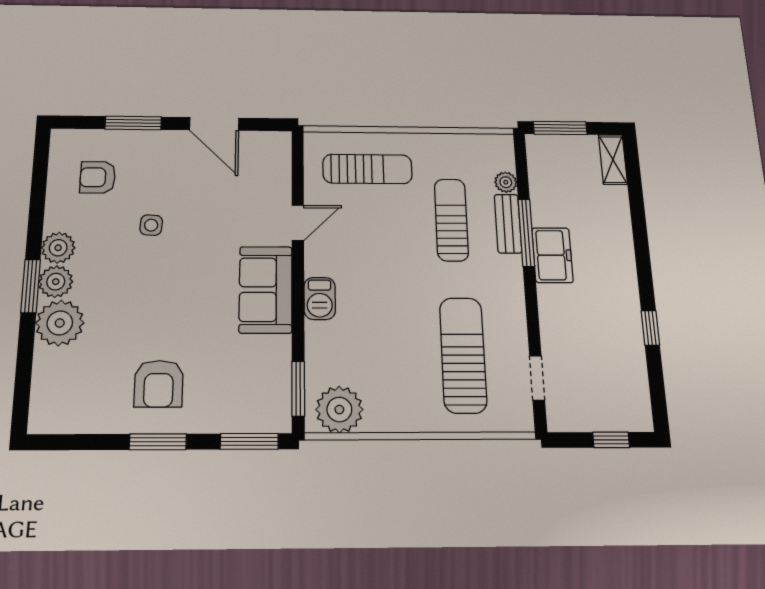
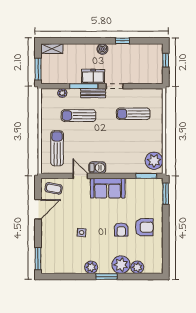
window: (133, 123) -> (38, 259), moved
coffee table: (266, 160) -> (54, 188), added
armchair: (98, 177) -> (121, 230), moved
bench: (508, 224) -> (93, 93), moved
boiler: (624, 278) -> (102, 49), added
plant: (56, 282) -> (137, 267), moved
barbecue: (320, 298) -> (97, 168), moved
sun lounger: (463, 355) -> (133, 114), width x0.73, depth x0.75
doorway: (537, 378) -> (115, 86), moved
window: (158, 442) -> (166, 227), removed

